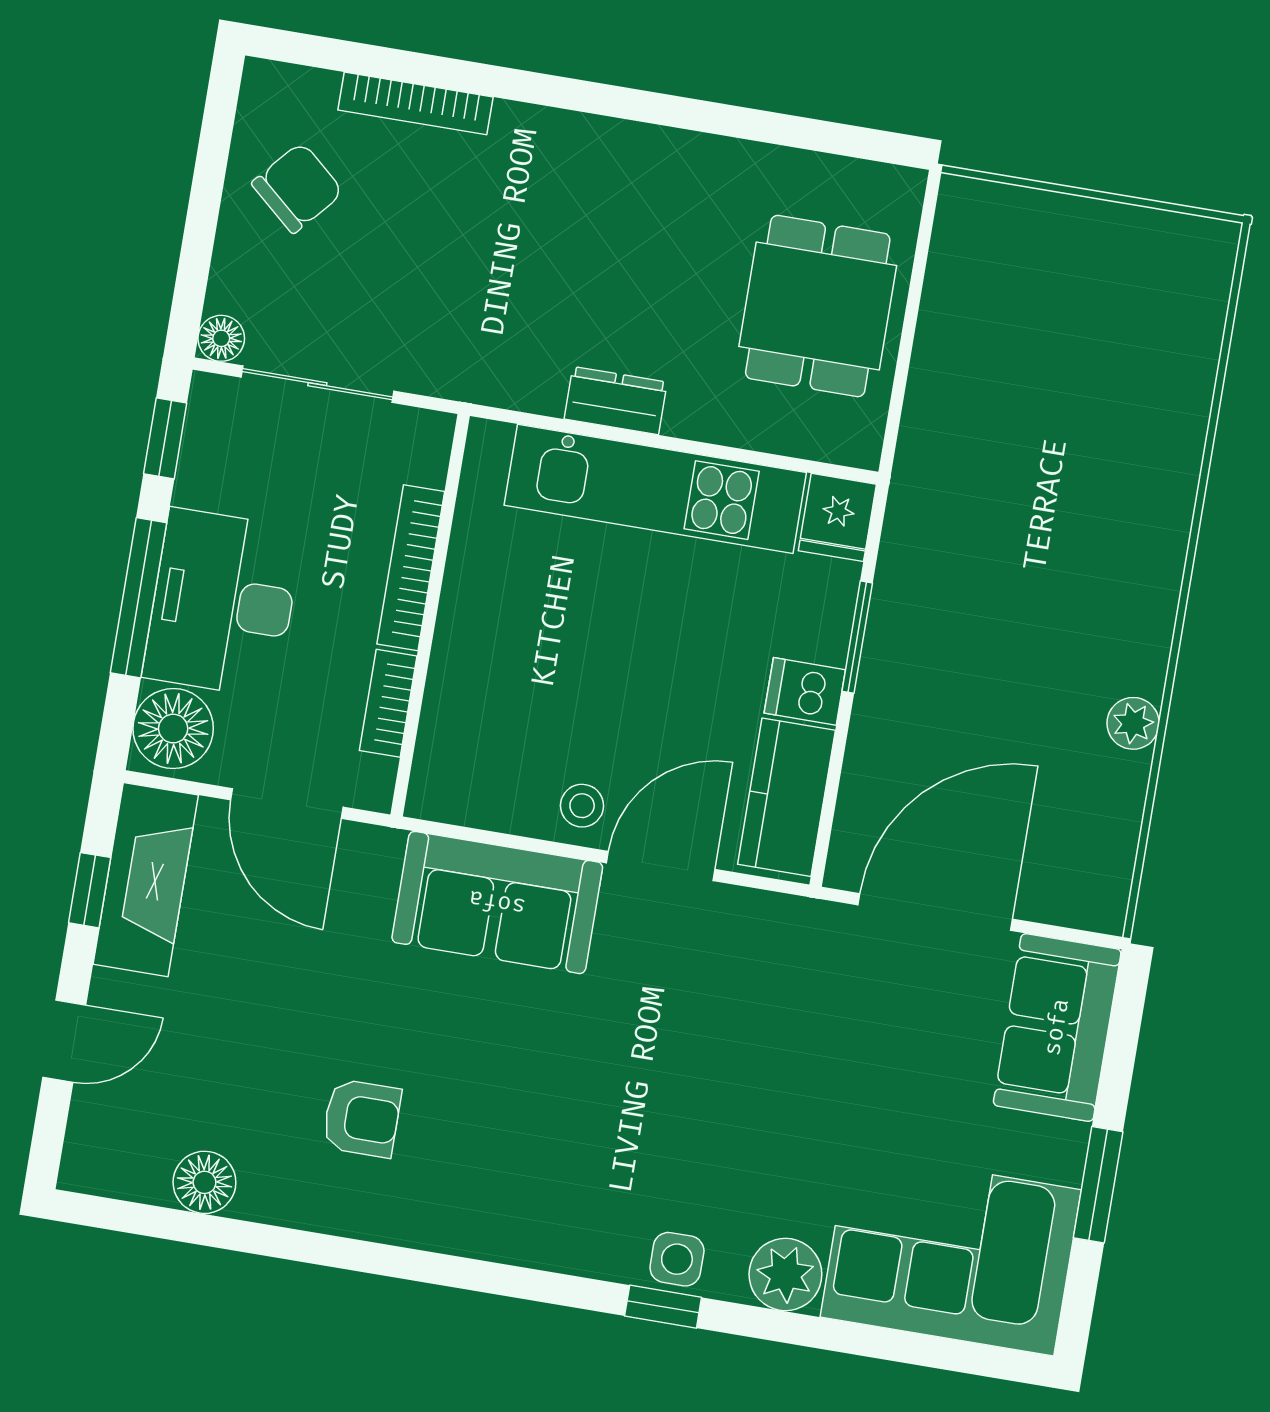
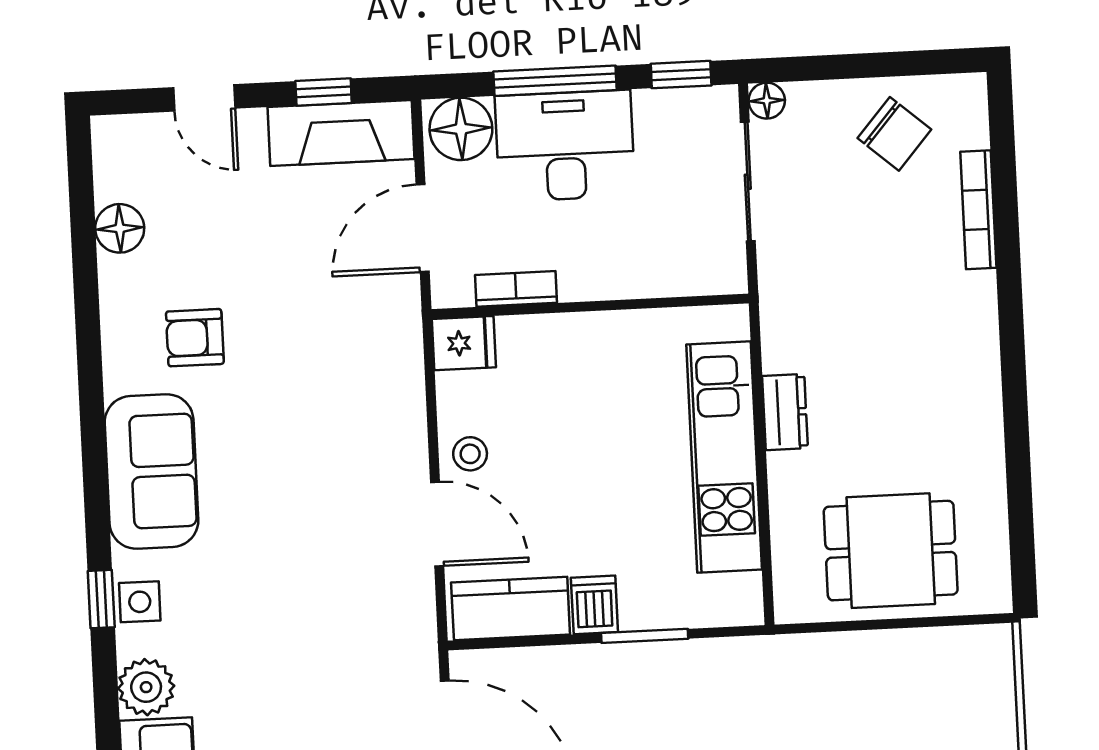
fridge: (837, 517) -> (464, 343), moved, turned 180
bookcase: (411, 568) -> (623, 284), removed
sofa: (497, 902) -> (151, 471), moved, turned 180
armchair: (362, 1118) -> (195, 338), turned 90

